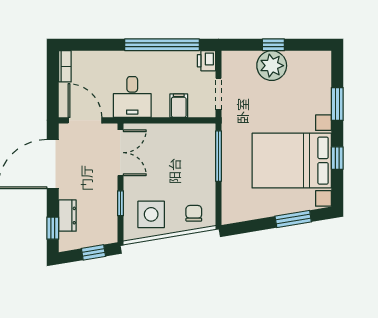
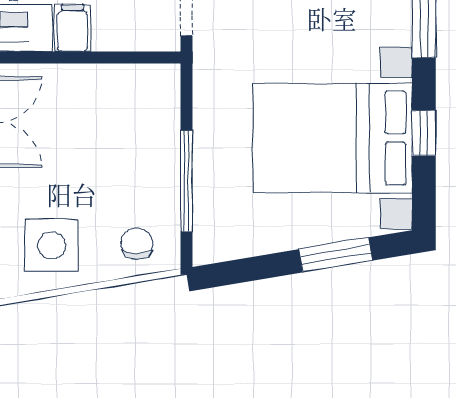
filing cabinet: (179, 106) -> (72, 28), moved
window: (219, 156) -> (187, 181), moved

